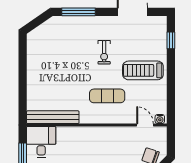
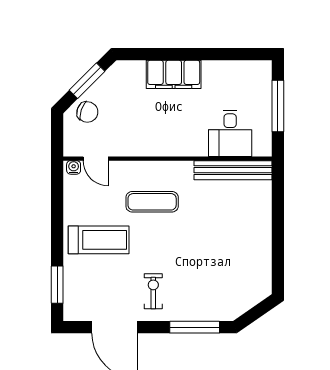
window: (171, 40) -> (57, 285), width x1.50
exercise bike: (104, 52) -> (153, 291), moved
desk: (41, 142) -> (230, 133), moved

